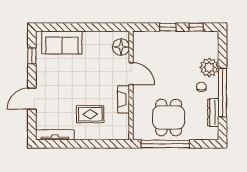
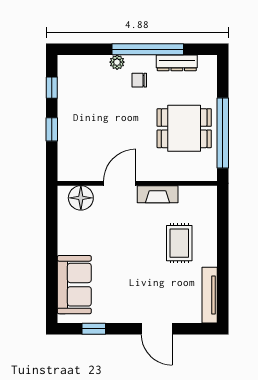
plant: (209, 67) -> (117, 62), width x0.53, depth x0.53

